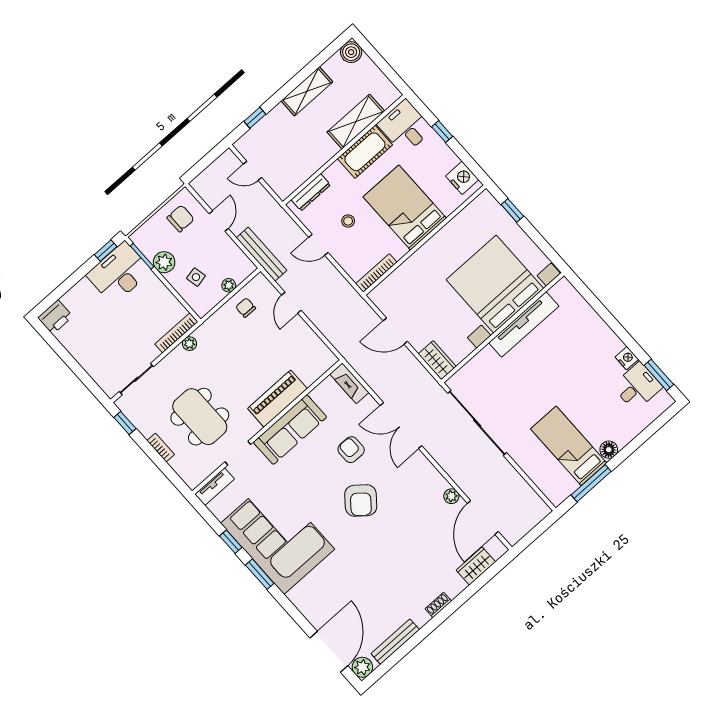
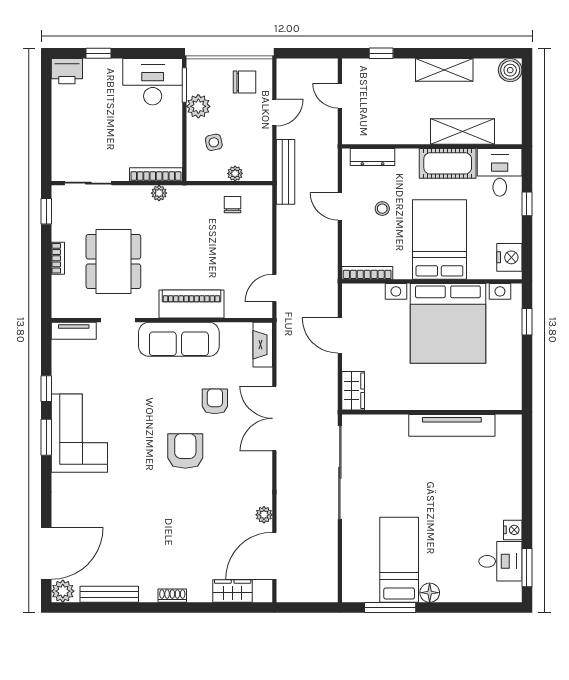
window: (106, 251) -> (99, 53), moved
bed with nightstands: (495, 284) -> (448, 323), moved, turned 180
door: (291, 303) -> (274, 288), moved
armchair: (361, 500) -> (185, 451), turned 141
corner sofa: (278, 536) -> (79, 433), width x0.73, depth x0.74

